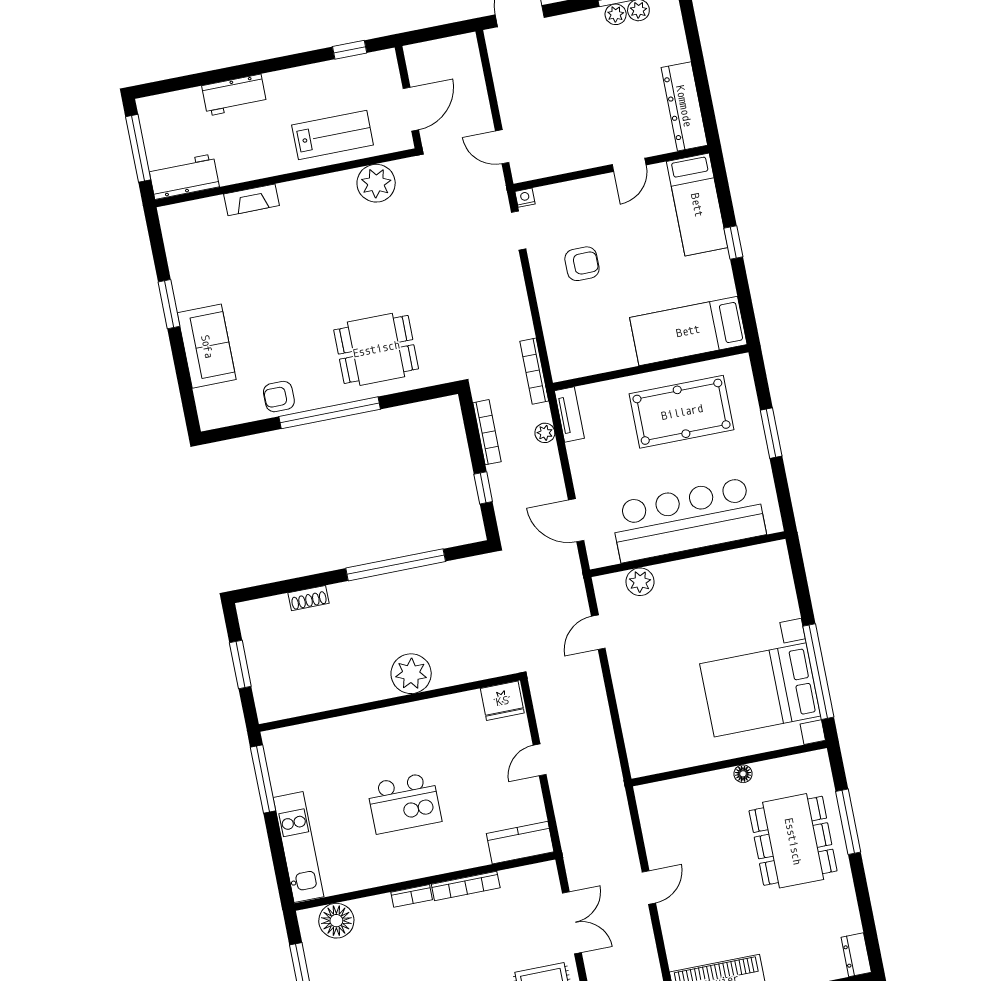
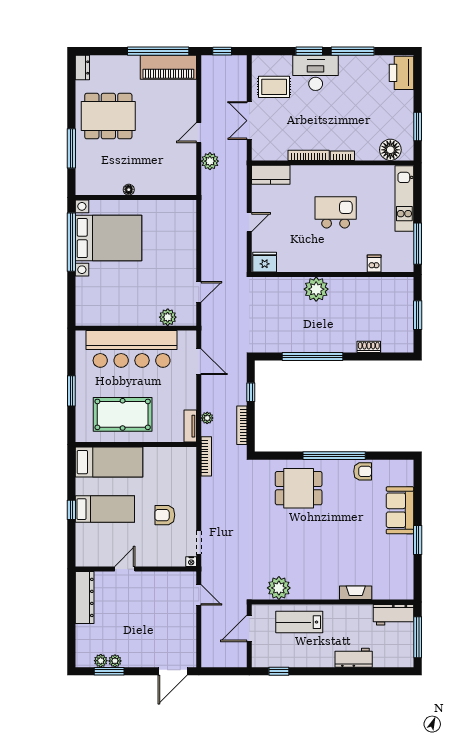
bed: (697, 205) -> (105, 509), moved, turned 90
dishwasher: (326, 733) -> (374, 264), added
dining table: (793, 841) -> (108, 116), moved, turned 90
plant: (622, 845) -> (210, 161), added

